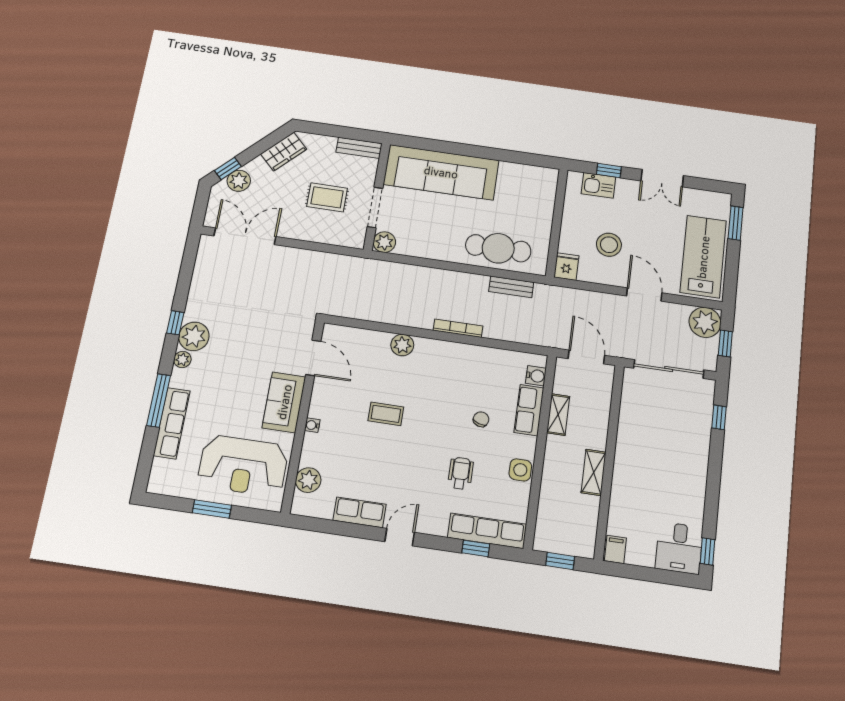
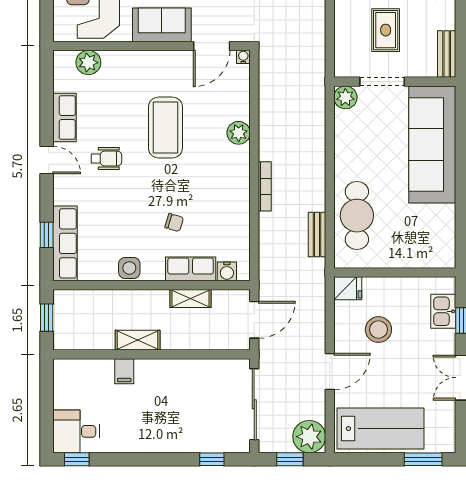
coffee table: (386, 414) -> (165, 128), width x1.86, depth x1.72
water cooler: (312, 425) -> (243, 57), moved
wheelchair: (461, 473) -> (106, 159), moved
filing cabinet: (615, 549) -> (124, 371), moved, turned 90

